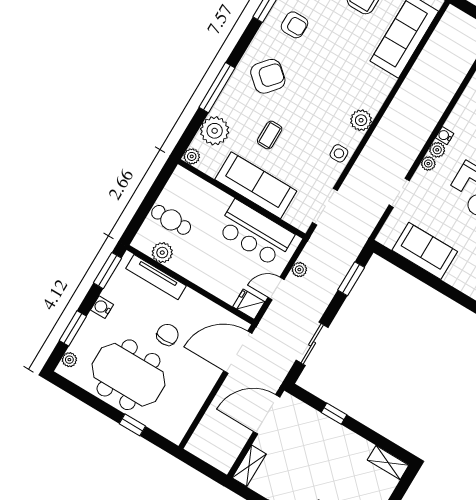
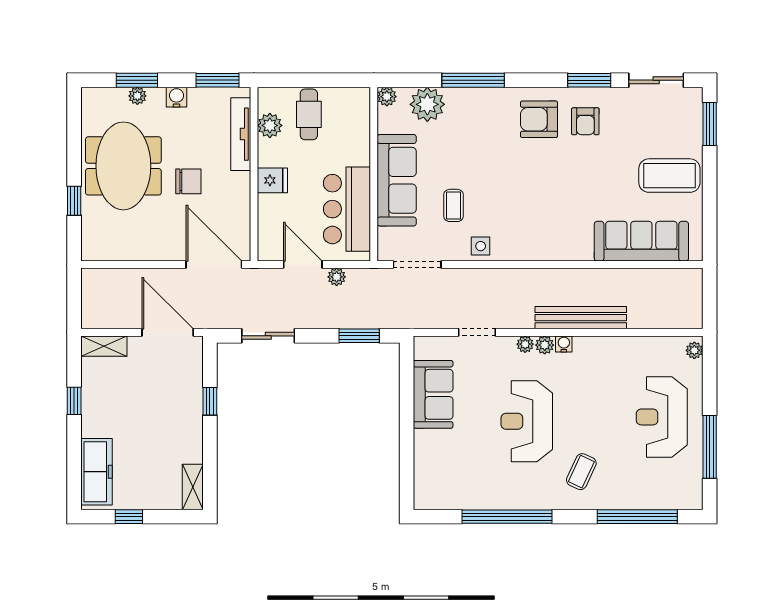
armchair: (268, 76) -> (539, 119), moved, turned 139
bench: (433, 112) -> (581, 318), added
plant: (361, 120) -> (528, 248), removed
coffee table: (270, 135) -> (454, 205), moved, turned 90
door: (276, 289) -> (303, 265), width x1.38
fridge: (249, 304) -> (272, 180), moved, turned 90
plant: (69, 360) -> (137, 96), moved

